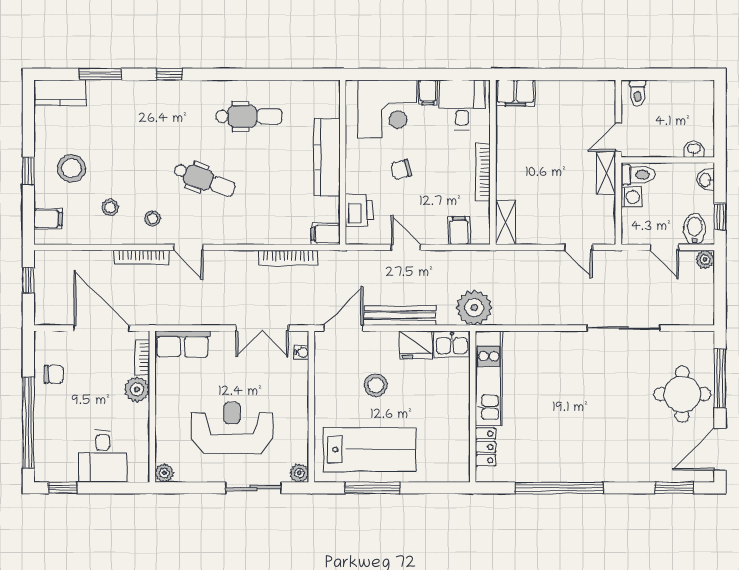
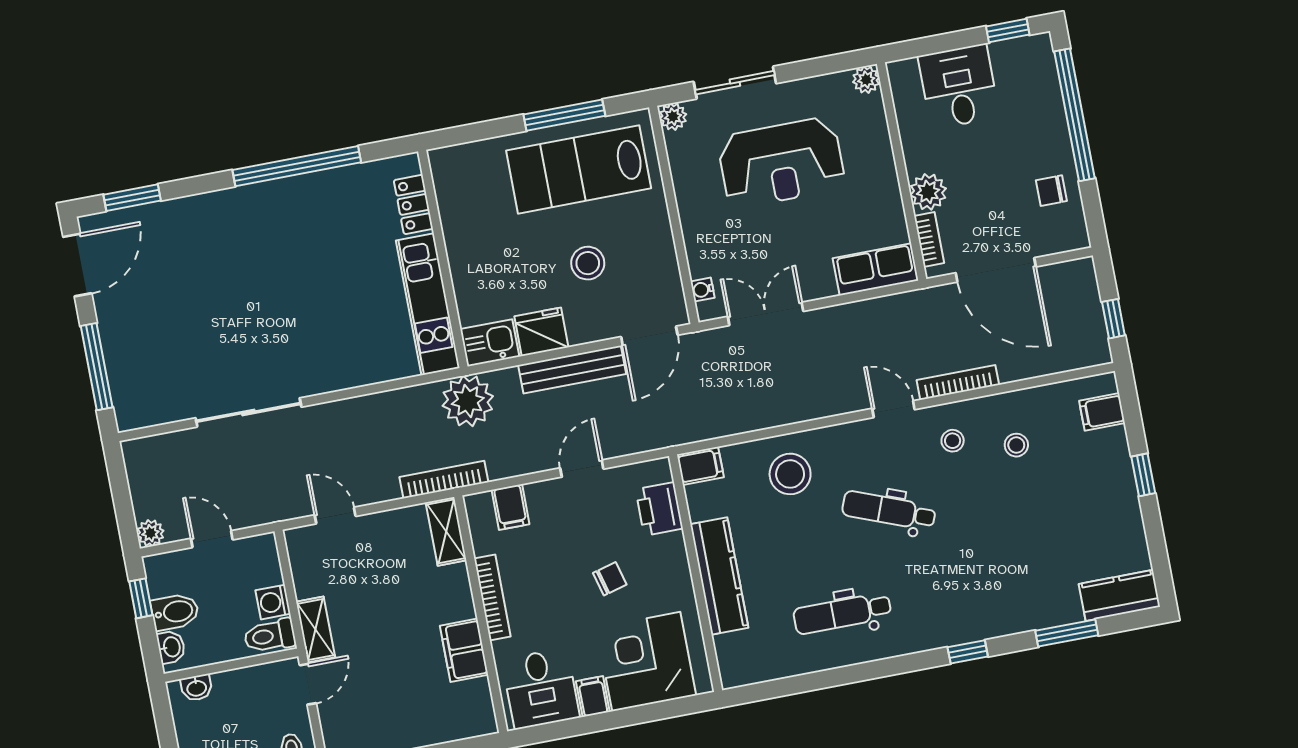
filing cabinet: (515, 93) -> (464, 650), moved, turned -90
stool: (71, 168) -> (790, 474), moved
bidet: (695, 229) -> (175, 612), moved, turned -90
door: (406, 247) -> (582, 469), swing flipped
bookcase: (288, 258) -> (444, 480), moved
round table: (682, 394) -> (146, 334), removed

